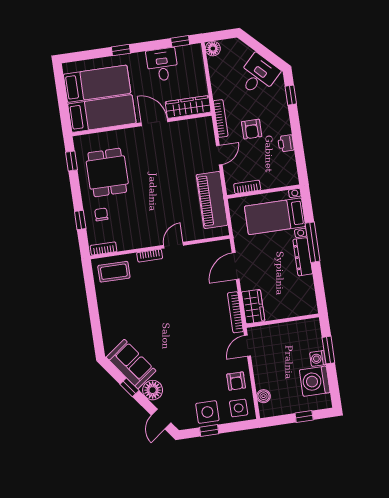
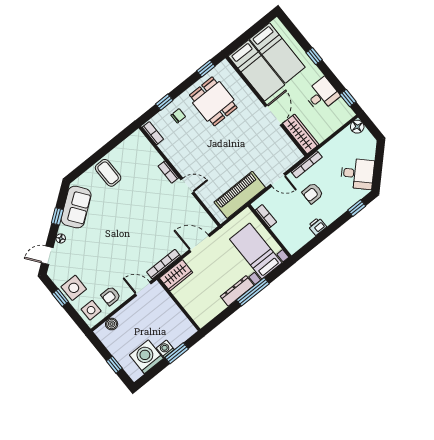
dining table: (107, 172) -> (213, 101), turned 90
coffee table: (114, 272) -> (108, 173), moved
floor lamp: (153, 390) -> (61, 238), width x0.53, depth x0.53

